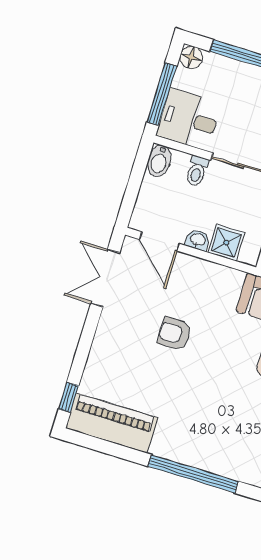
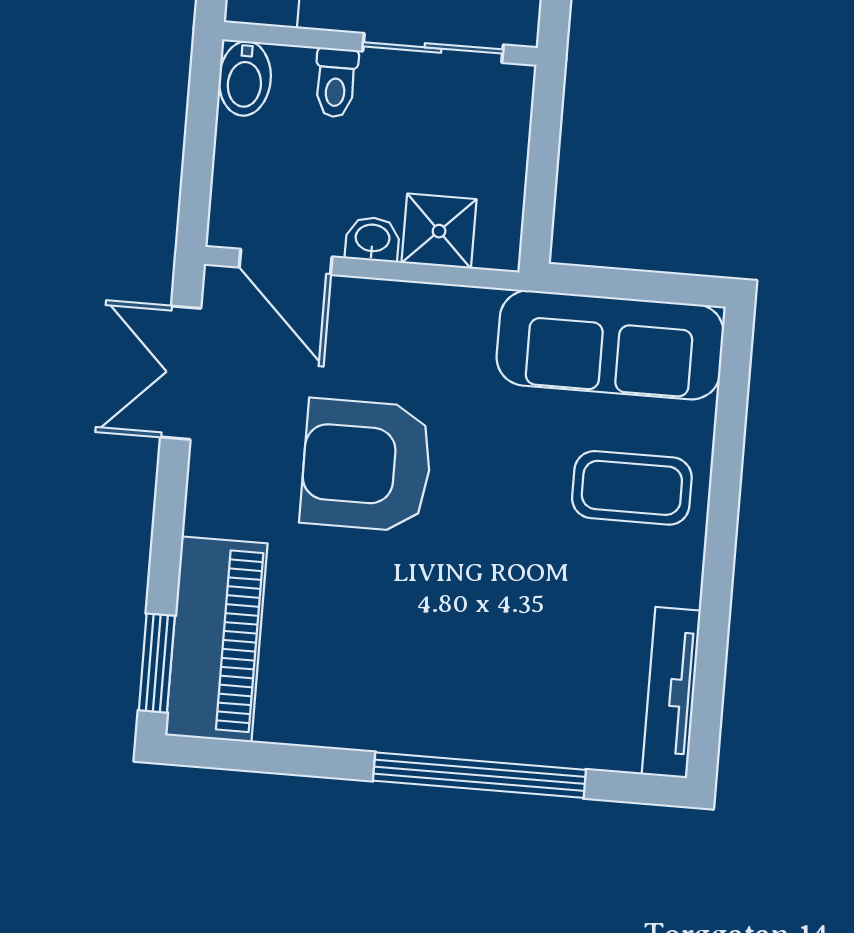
armchair: (175, 334) -> (367, 465), width x1.88, depth x1.88
window: (69, 397) -> (157, 663), width x1.50
piano: (112, 423) -> (216, 639), moved, turned 90

